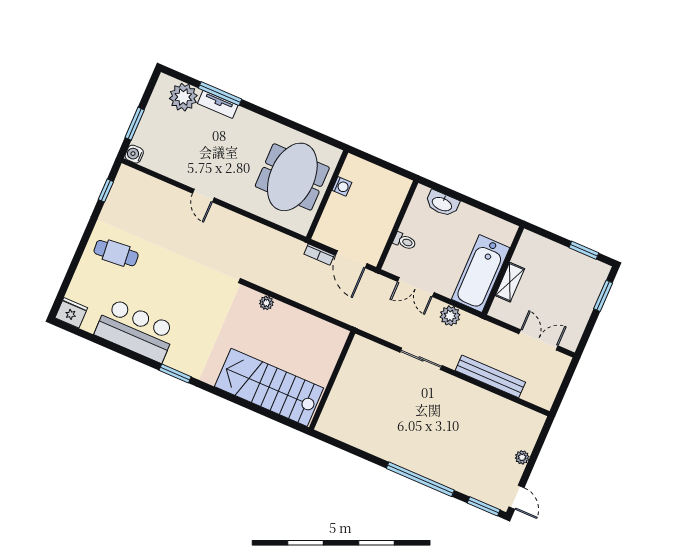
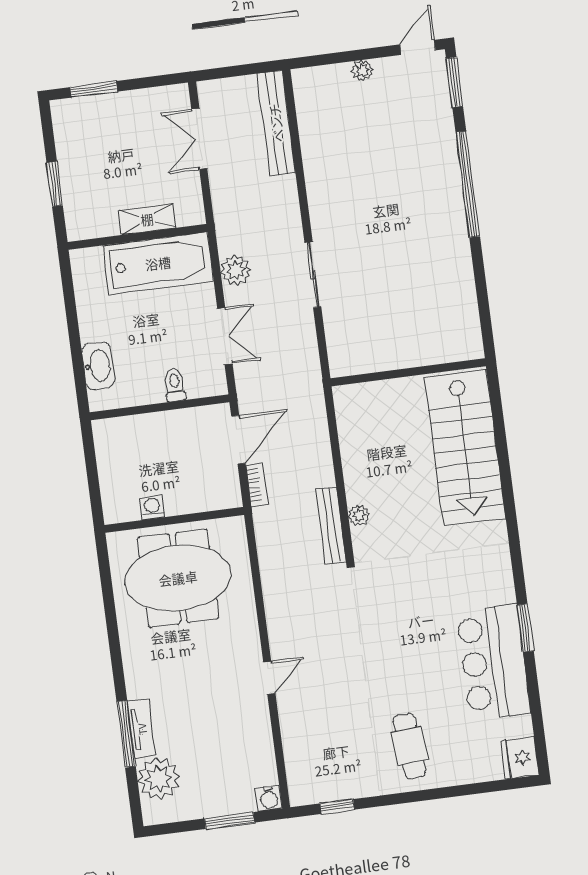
window: (584, 250) -> (55, 184), moved
bench: (270, 283) -> (331, 526), added
window: (175, 374) -> (525, 628), moved
bench: (490, 376) -> (276, 123), moved

